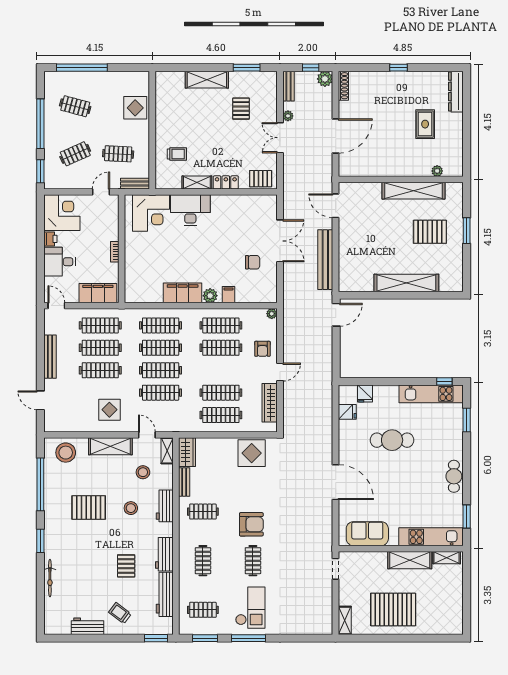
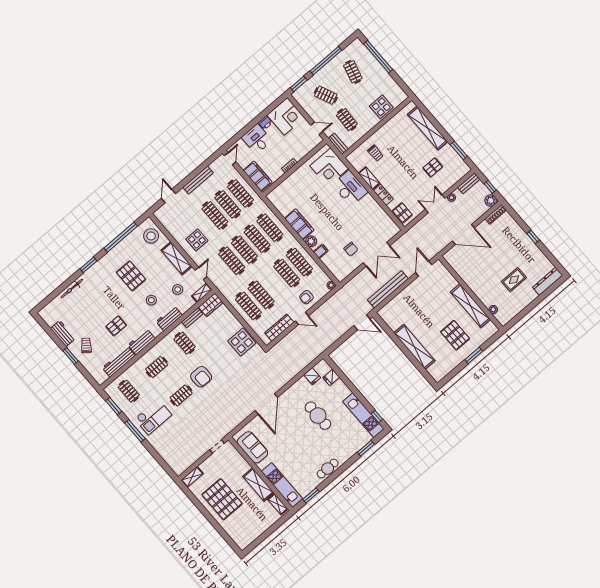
shelving: (207, 80) -> (428, 128), width x1.47
window: (156, 638) -> (71, 356), moved

